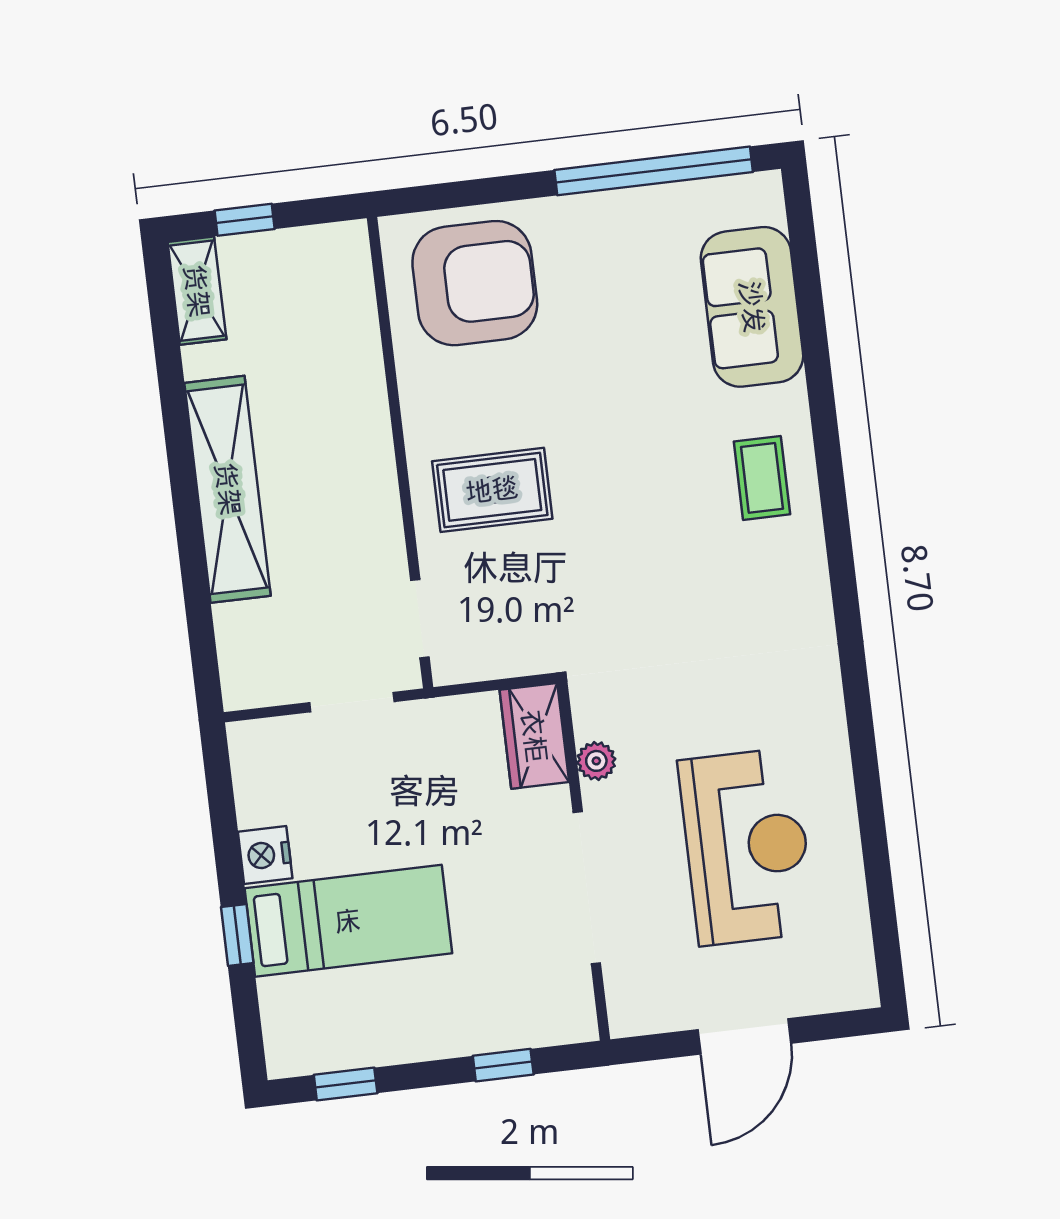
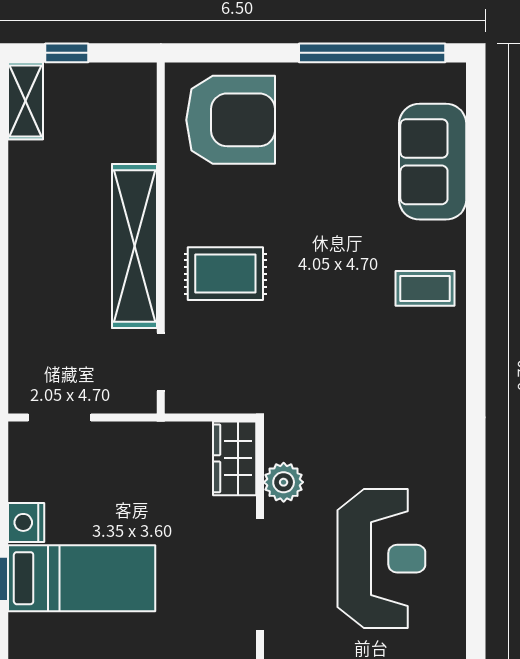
coffee table: (762, 478) -> (425, 288), turned 90
shelving: (228, 489) -> (135, 246), moved
doorway: (352, 702) -> (60, 417), moved
plant: (596, 761) -> (284, 482), width x1.38, depth x1.38

